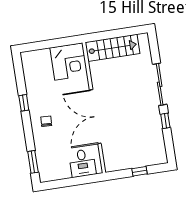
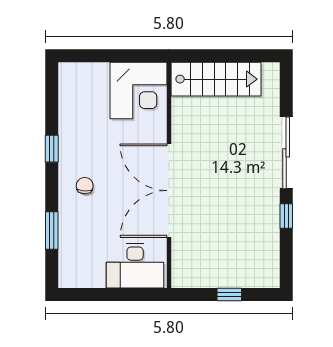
window: (33, 162) -> (52, 231), moved
desk: (82, 163) -> (135, 266), width x1.37

